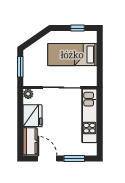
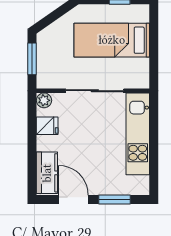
fridge: (33, 116) -> (47, 126), width x0.53, depth x0.75

